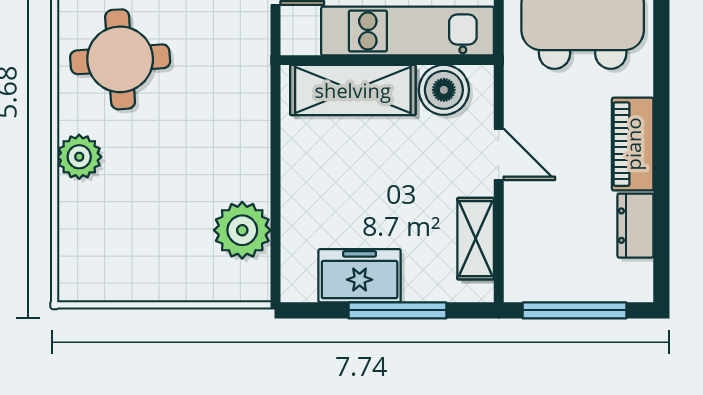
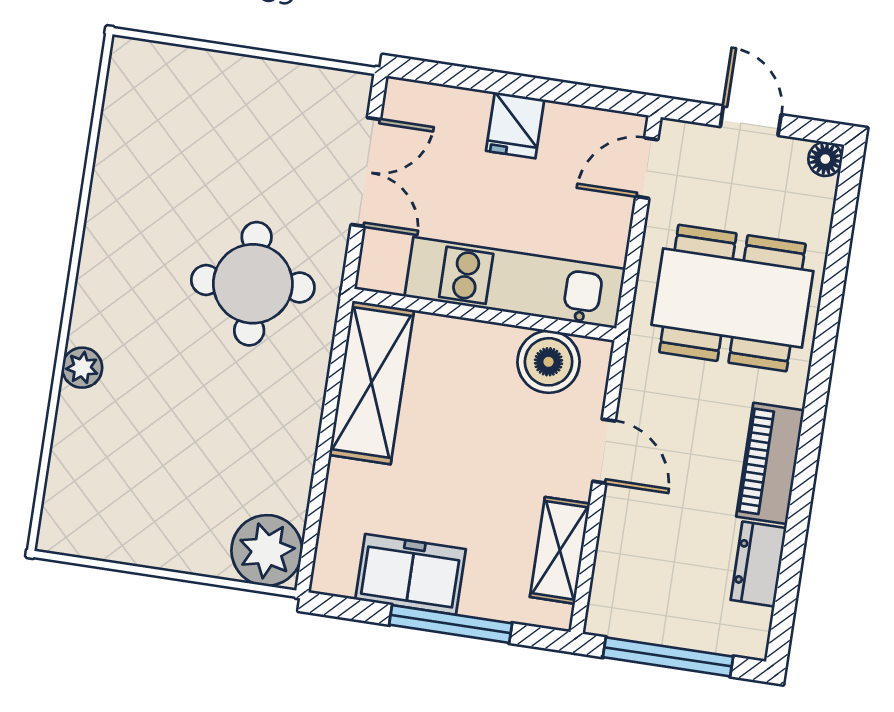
round table: (120, 59) -> (253, 284), moved
shelving: (353, 90) -> (372, 382), moved, turned 90
plant: (79, 157) -> (82, 368), width x0.73, depth x0.73
plant: (242, 230) -> (267, 550), moved

